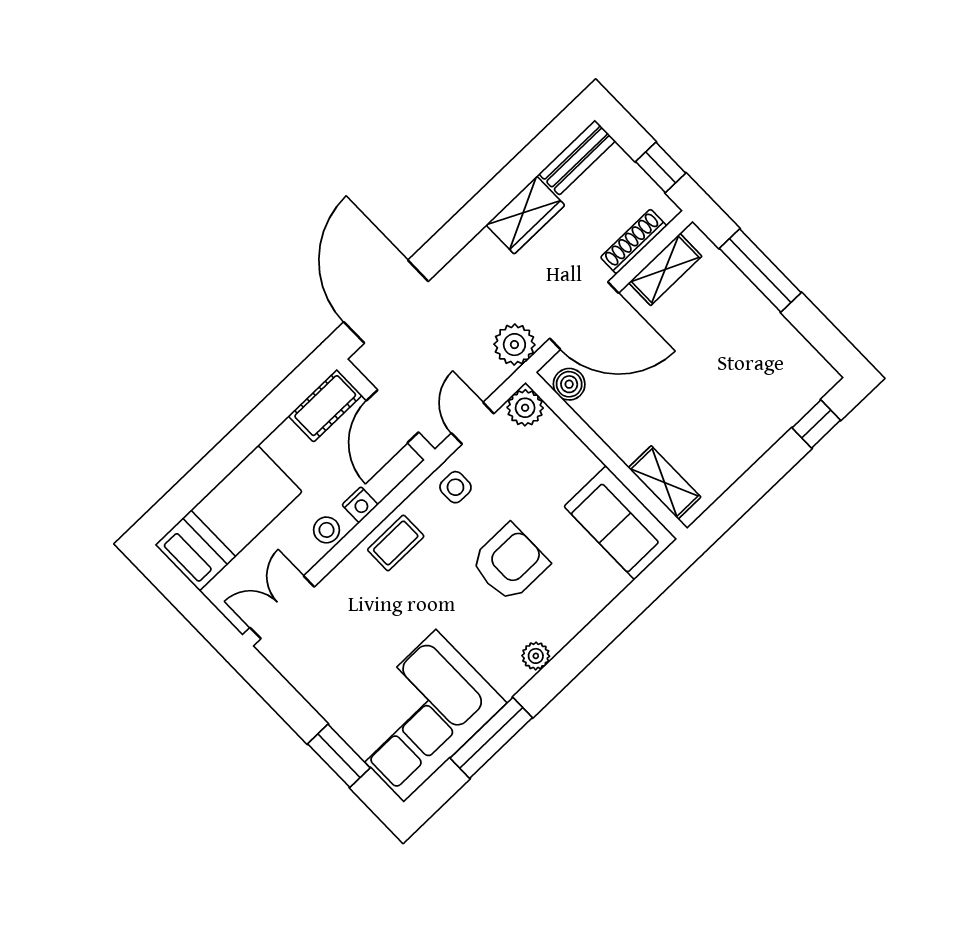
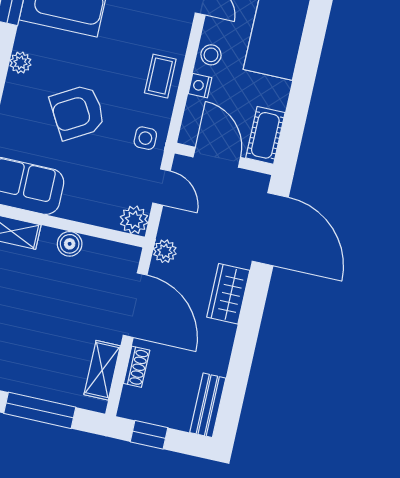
wardrobe: (525, 215) -> (228, 294), moved
shoe rack: (634, 242) -> (137, 367), width x0.70
door: (584, 316) -> (135, 305), swing flipped
plant: (514, 345) -> (165, 251), width x0.73, depth x0.73
boiler: (569, 384) -> (70, 244), moved
armchair: (510, 563) -> (78, 112), turned 60

